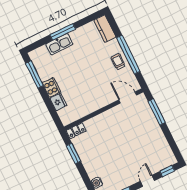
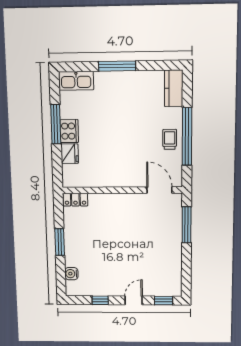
kitchen sink: (59, 44) -> (76, 81), moved
window: (34, 75) -> (56, 124), moved
window: (73, 154) -> (60, 242), moved

